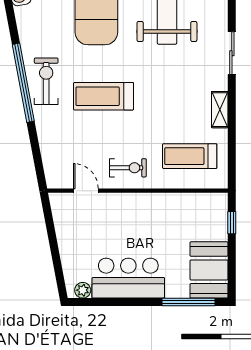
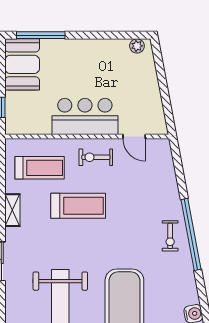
exercise bike: (46, 81) -> (170, 236), width x0.73, depth x0.72
treadmill: (104, 96) -> (78, 206), moved
bar counter: (128, 278) -> (85, 116), moved, turned 180

